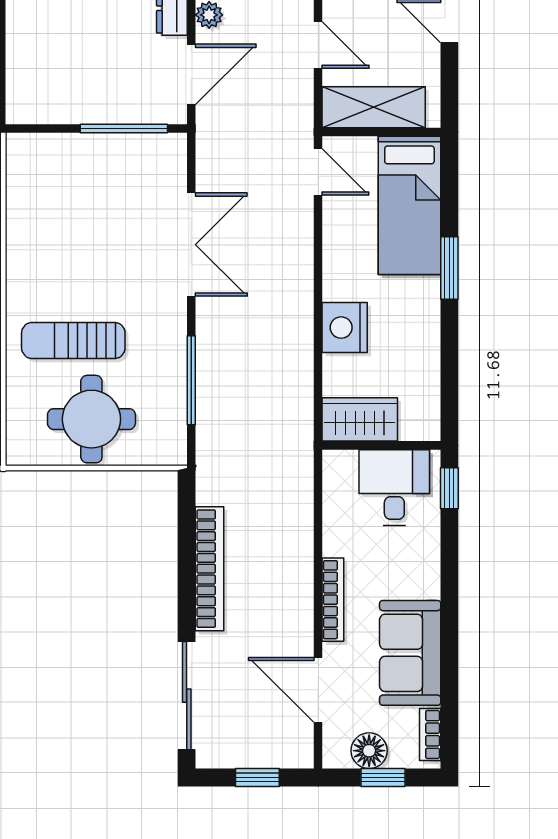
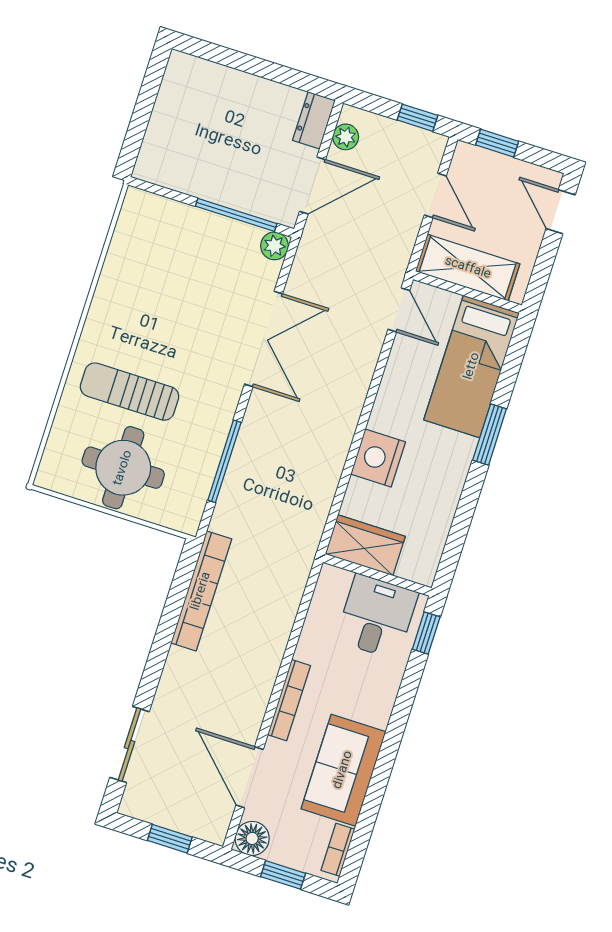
plant: (172, 147) -> (274, 246), added
bookcase: (210, 569) -> (201, 591), moved
sliding door: (187, 696) -> (130, 745), width x0.73
floor lamp: (369, 751) -> (252, 838), moved

